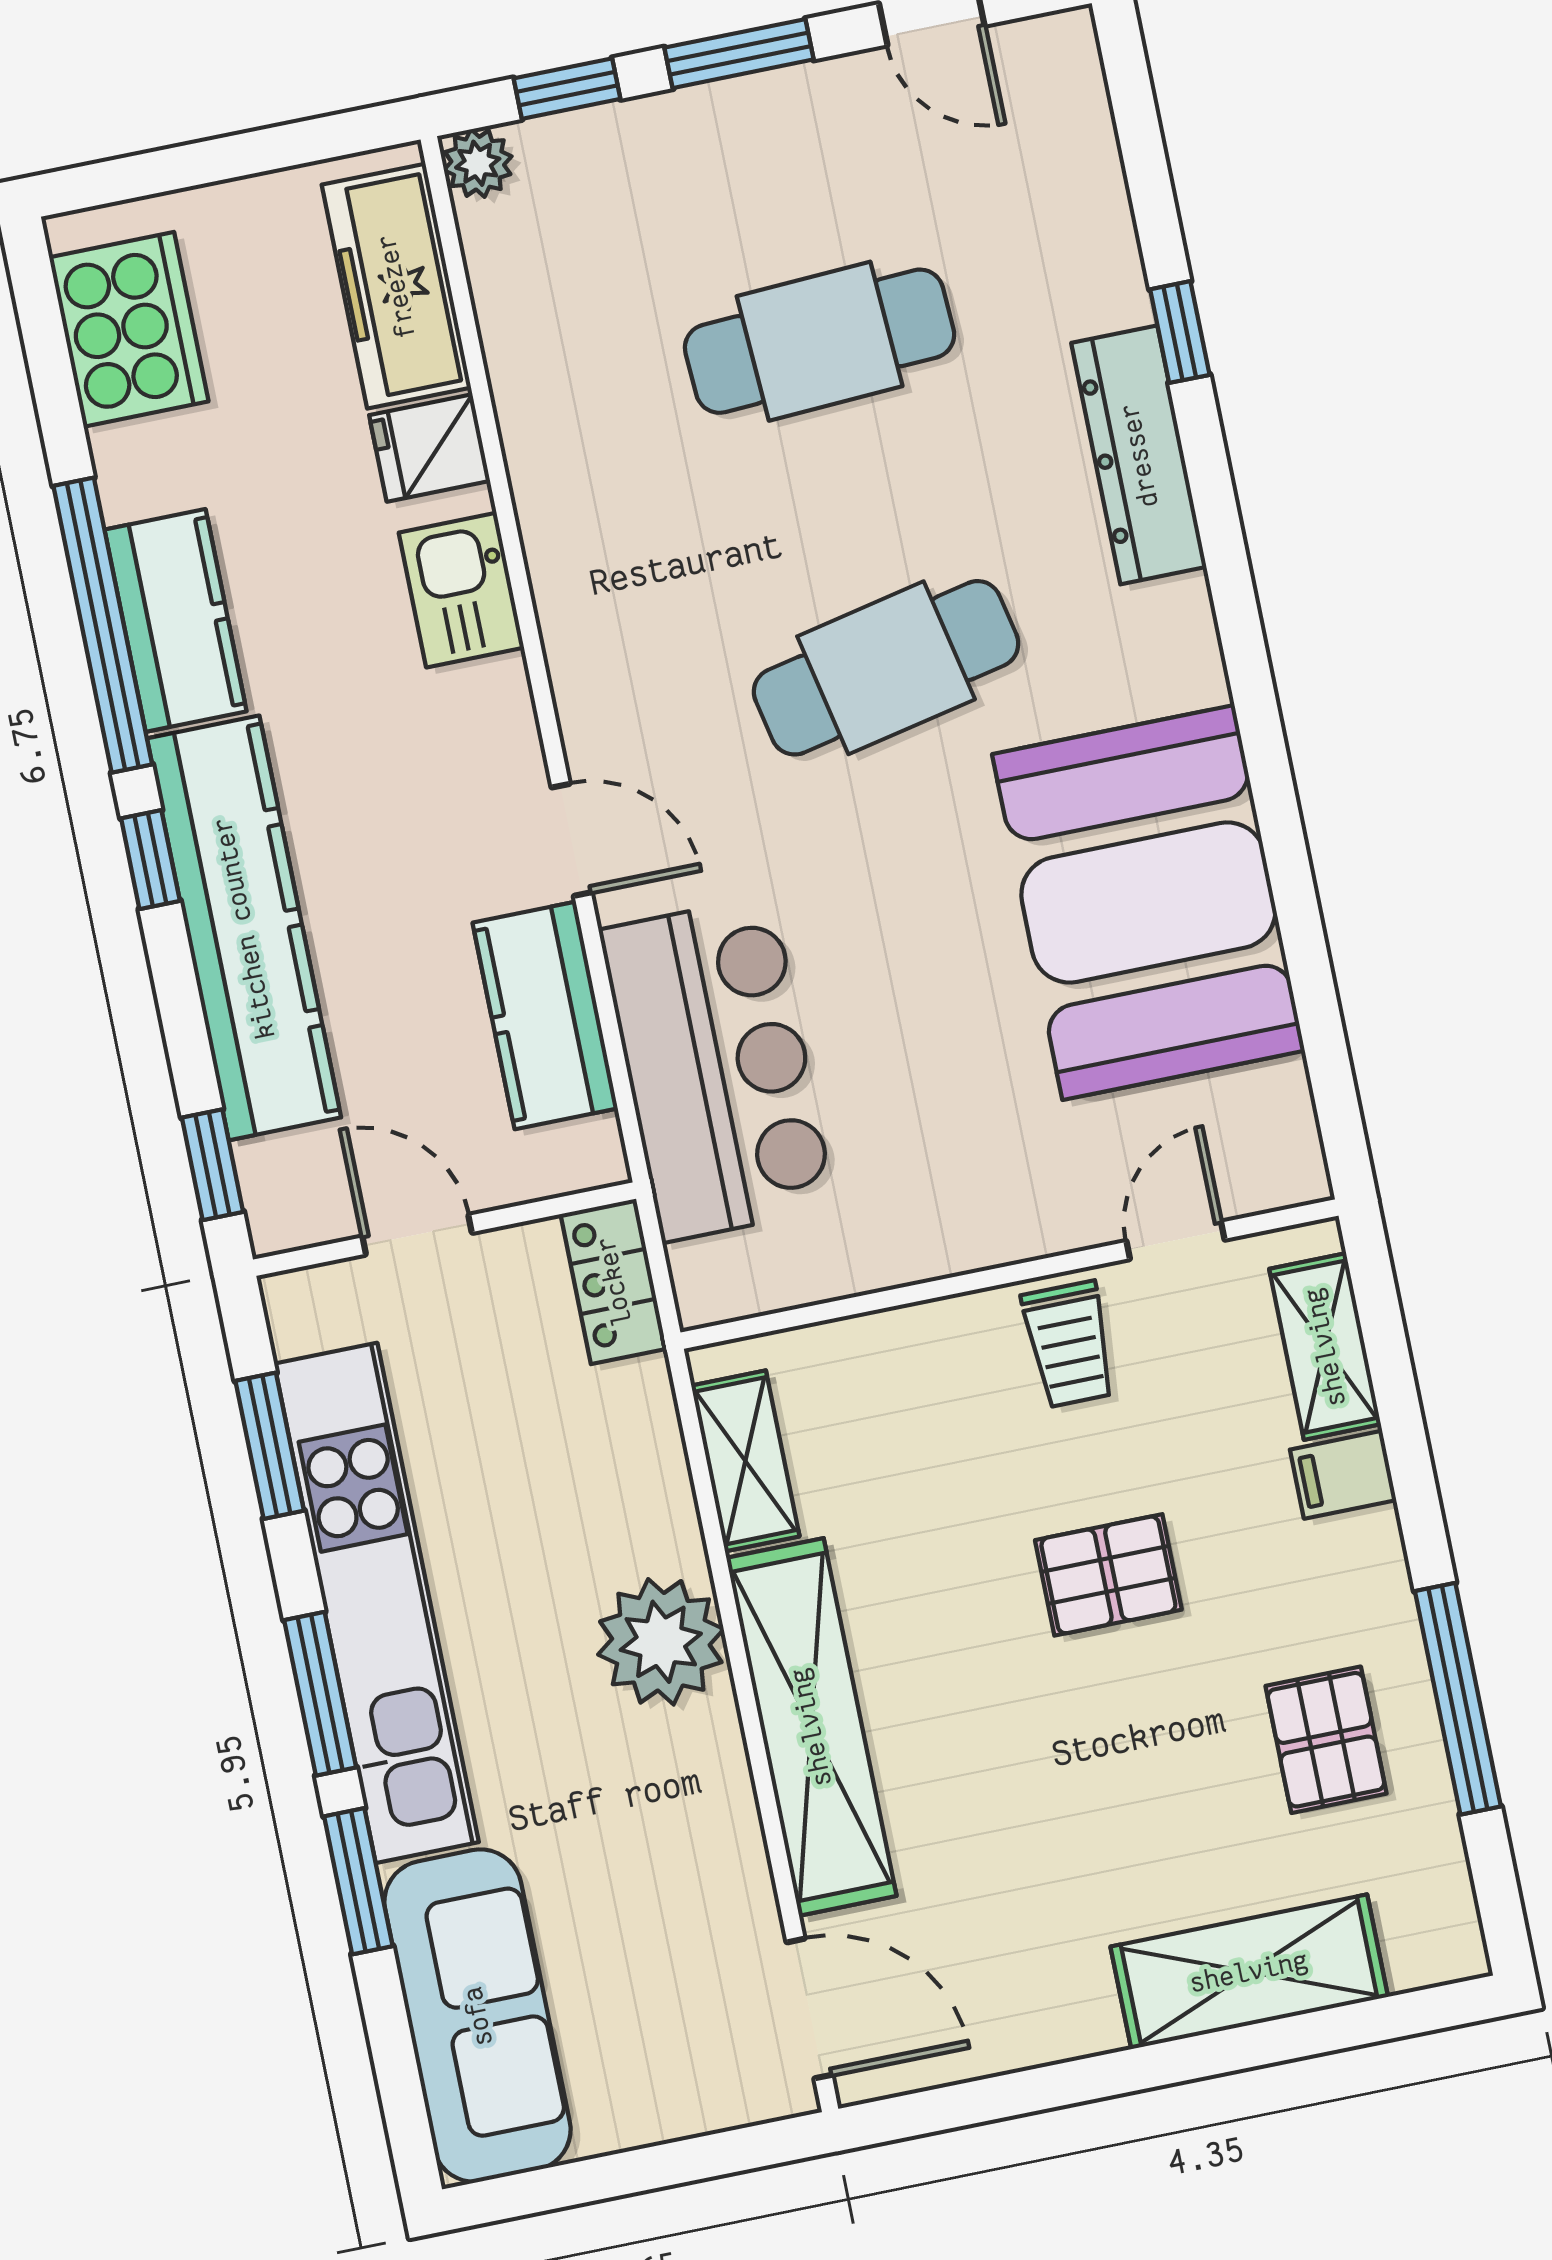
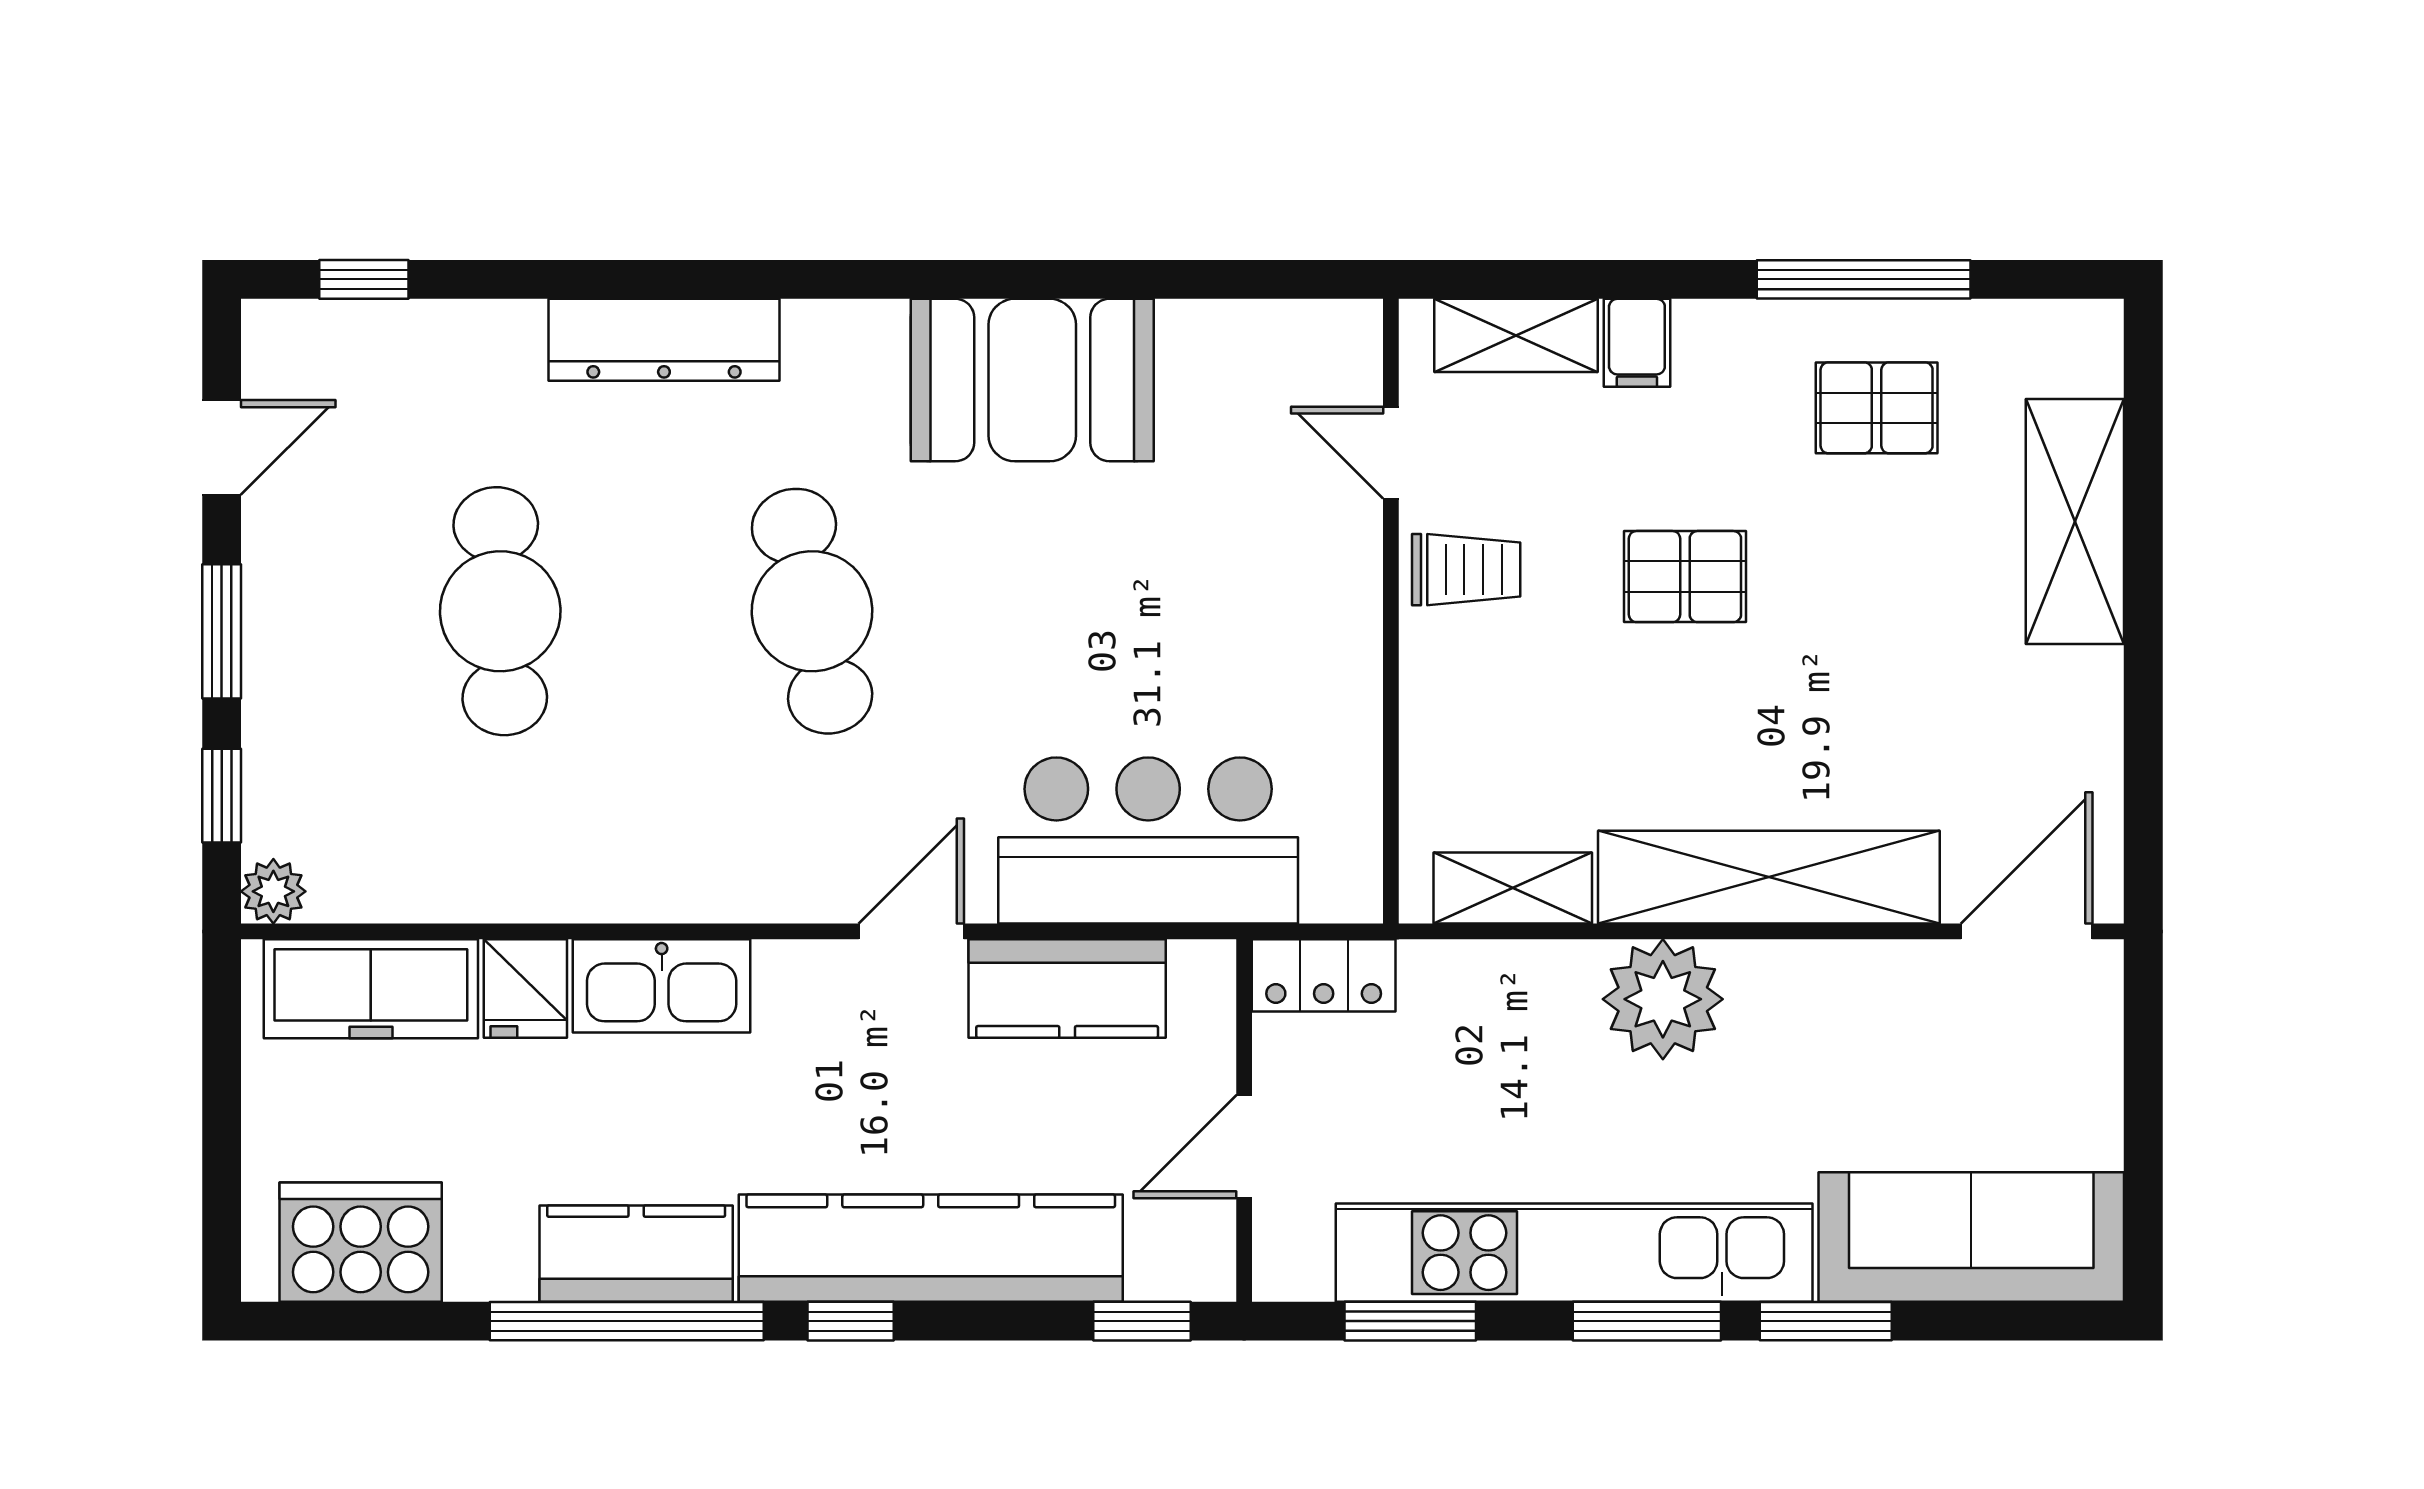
window: (1180, 332) -> (364, 279), moved
kitchen sink: (461, 590) -> (662, 986), width x1.38
booth: (1148, 902) -> (1032, 380), width x0.73, depth x0.70
pallet: (1108, 1575) -> (1685, 577), turned 90

